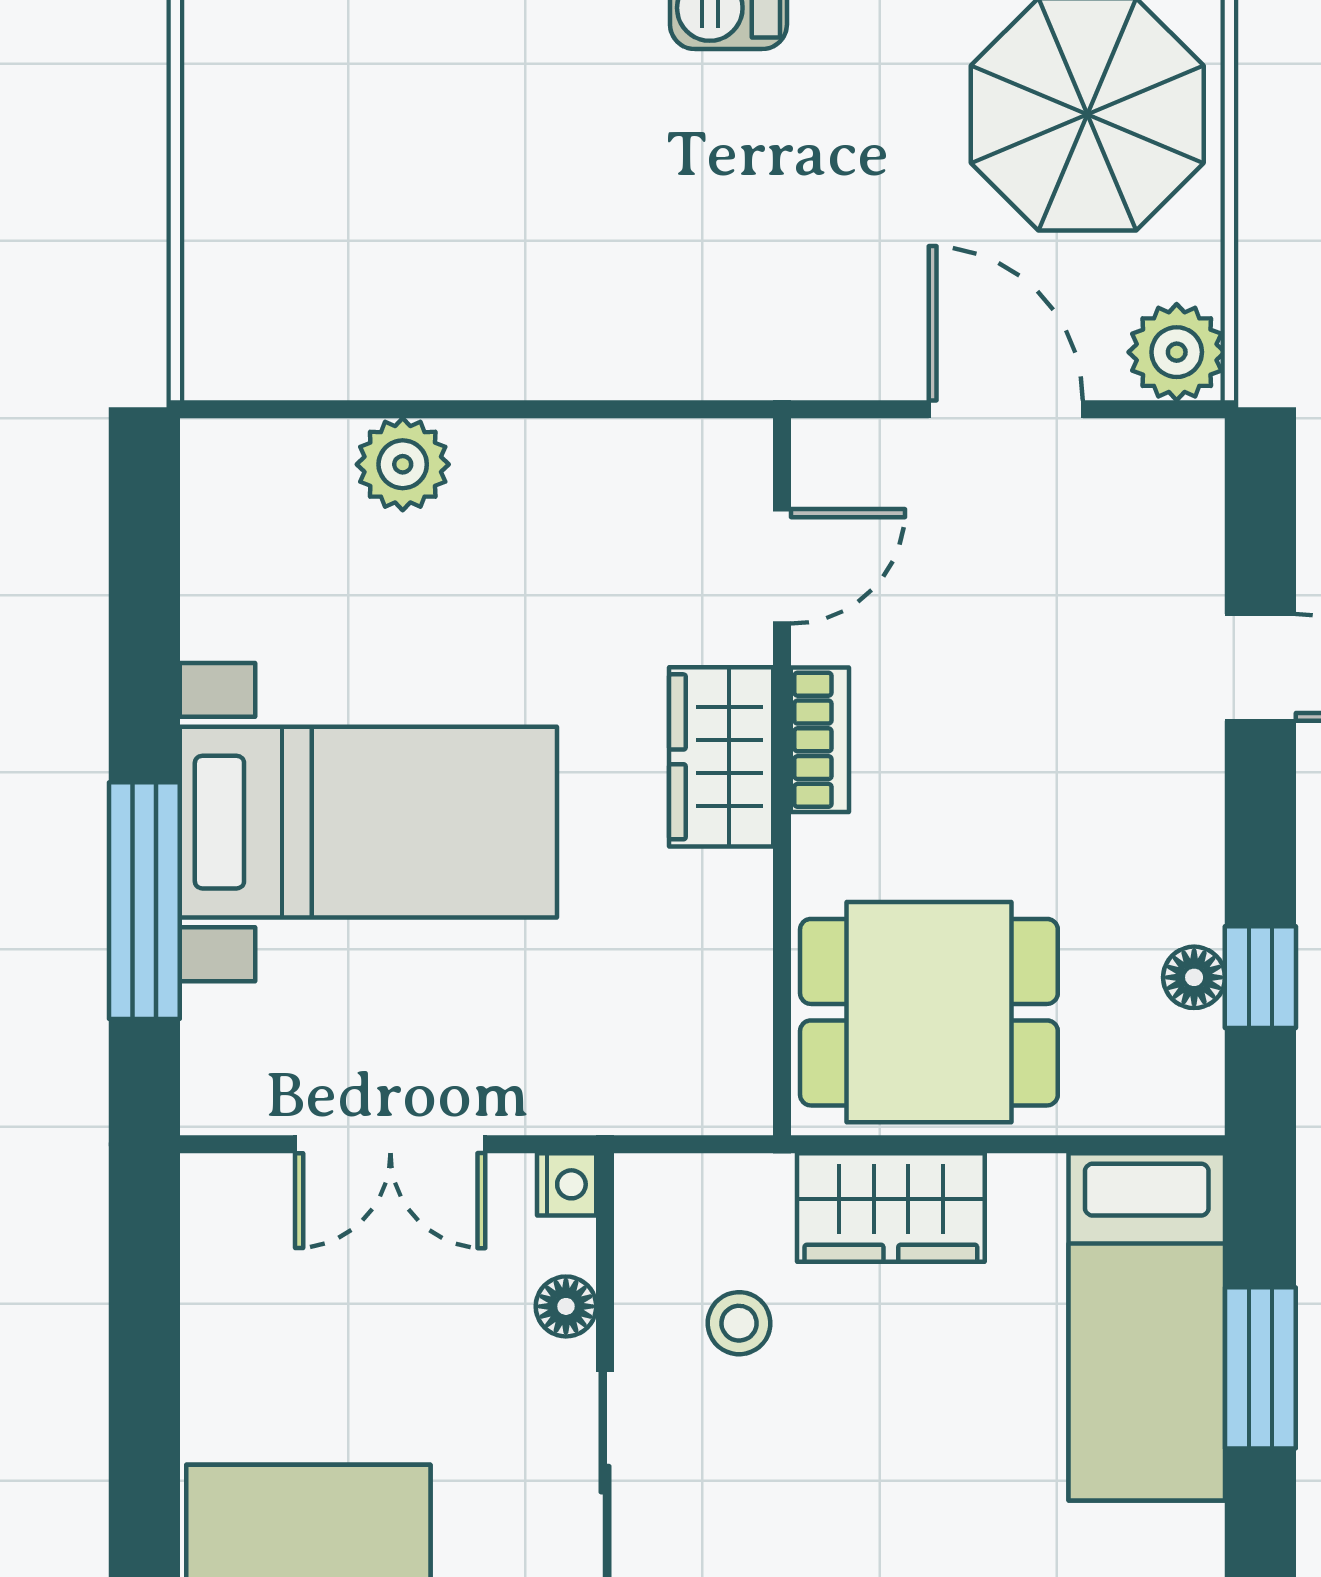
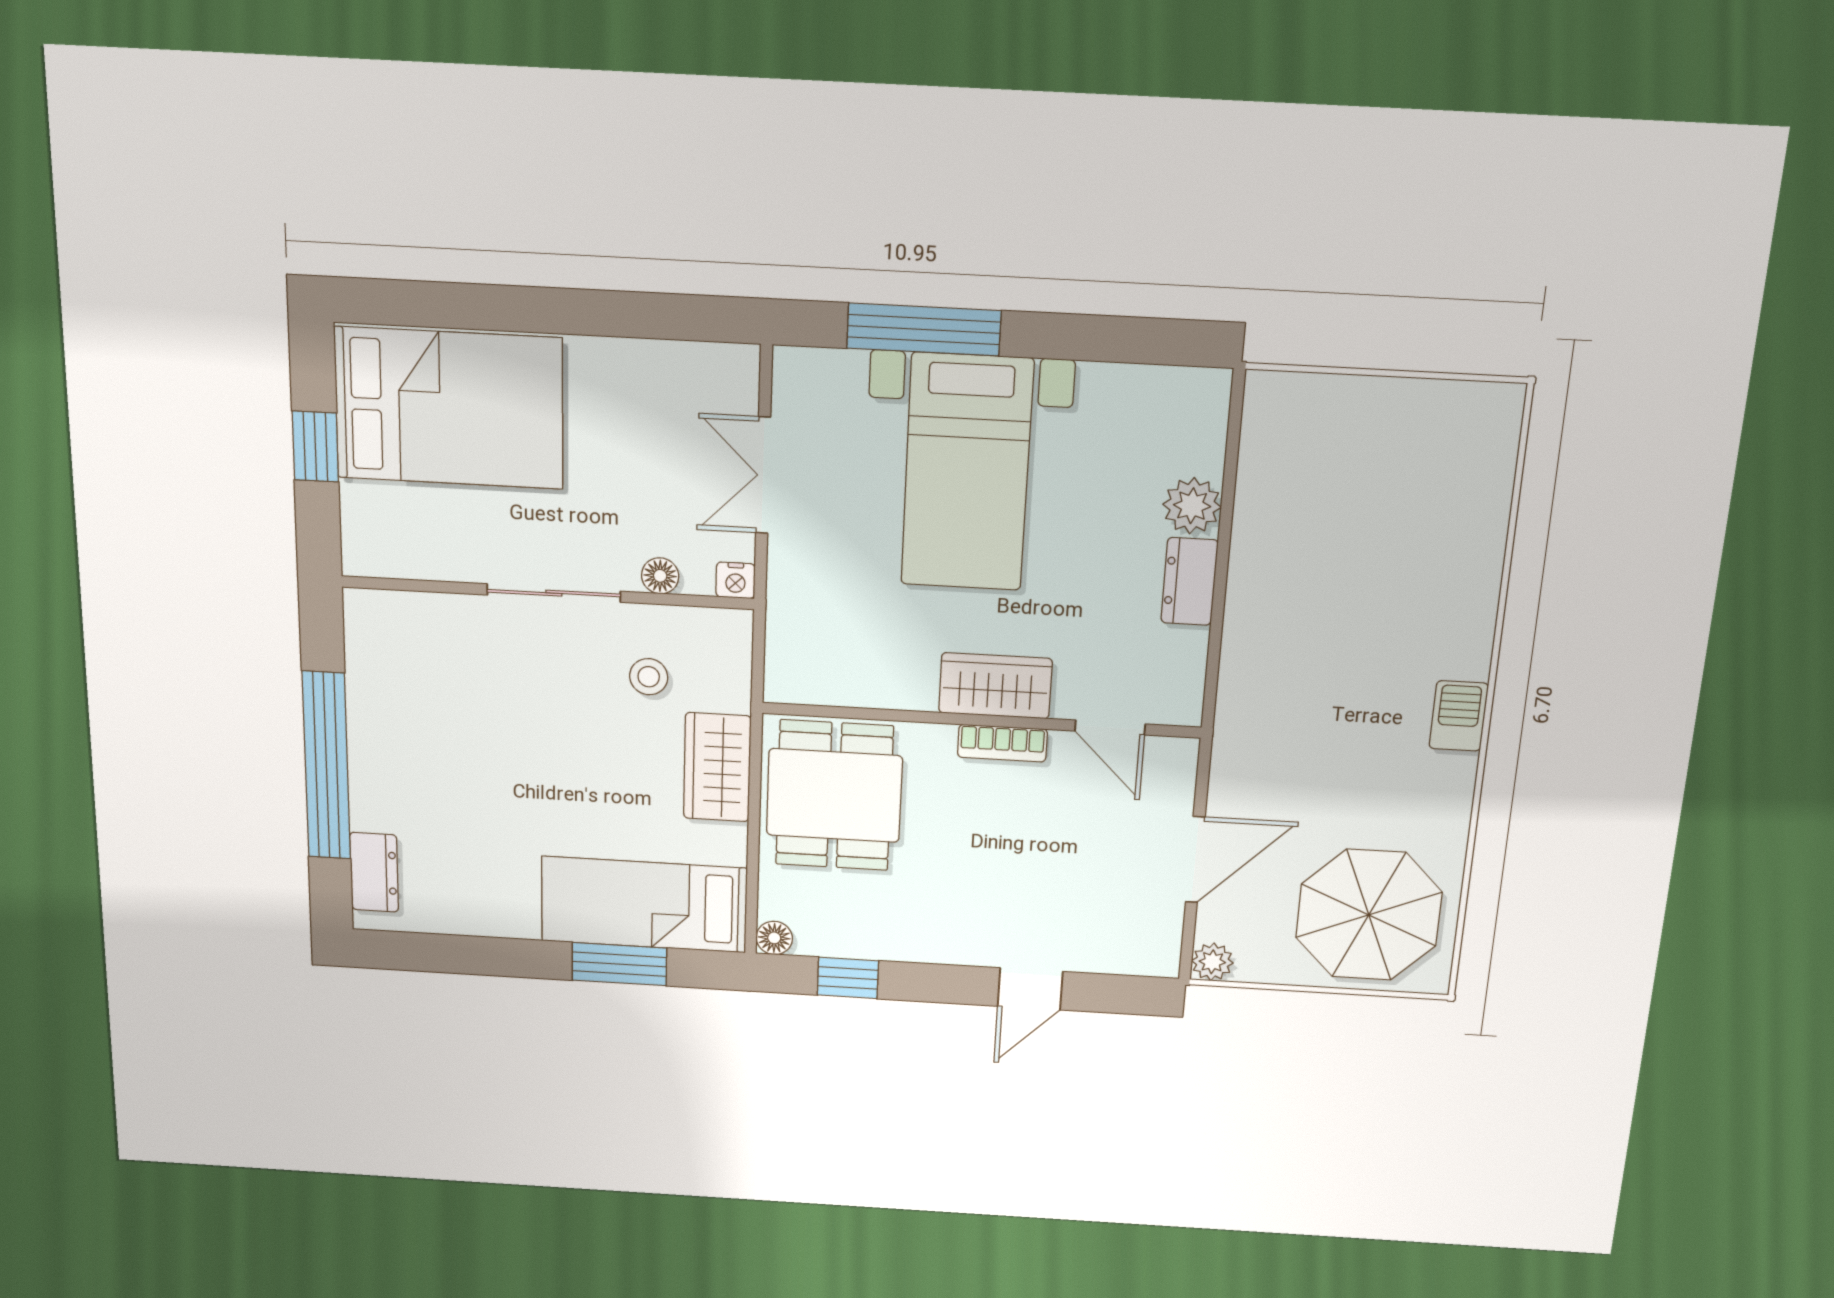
plant: (1177, 352) -> (1212, 962), width x0.73, depth x0.73
dresser: (527, 458) -> (1189, 581), added
floor lamp: (1194, 977) -> (774, 938), moved

